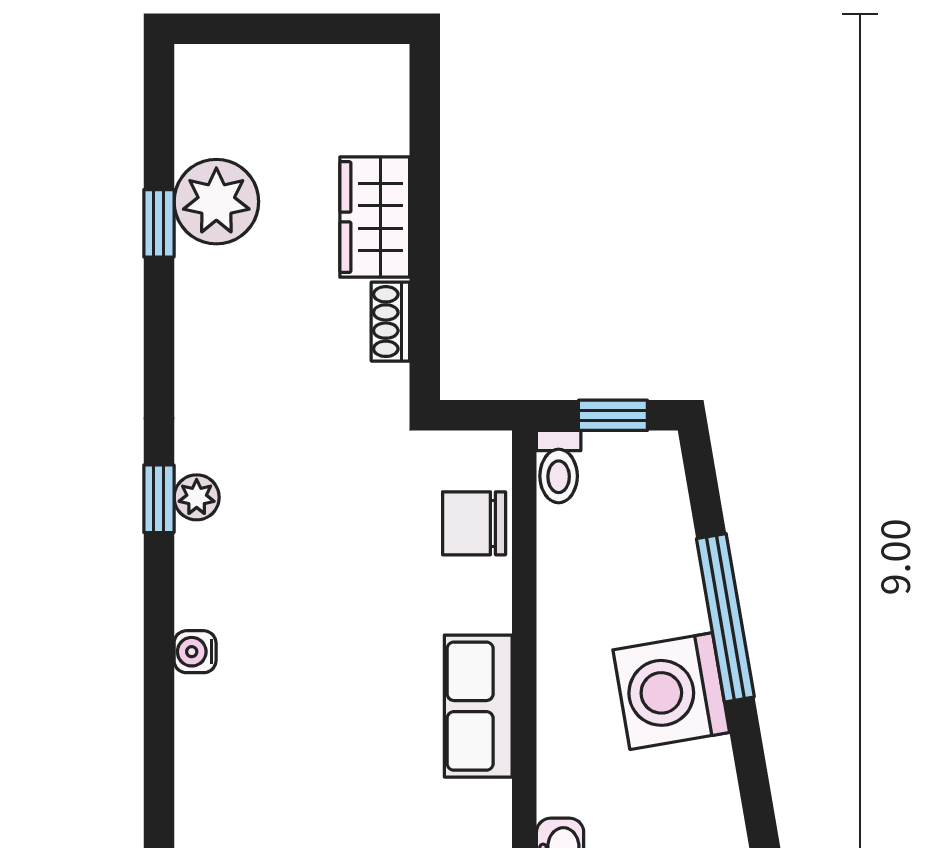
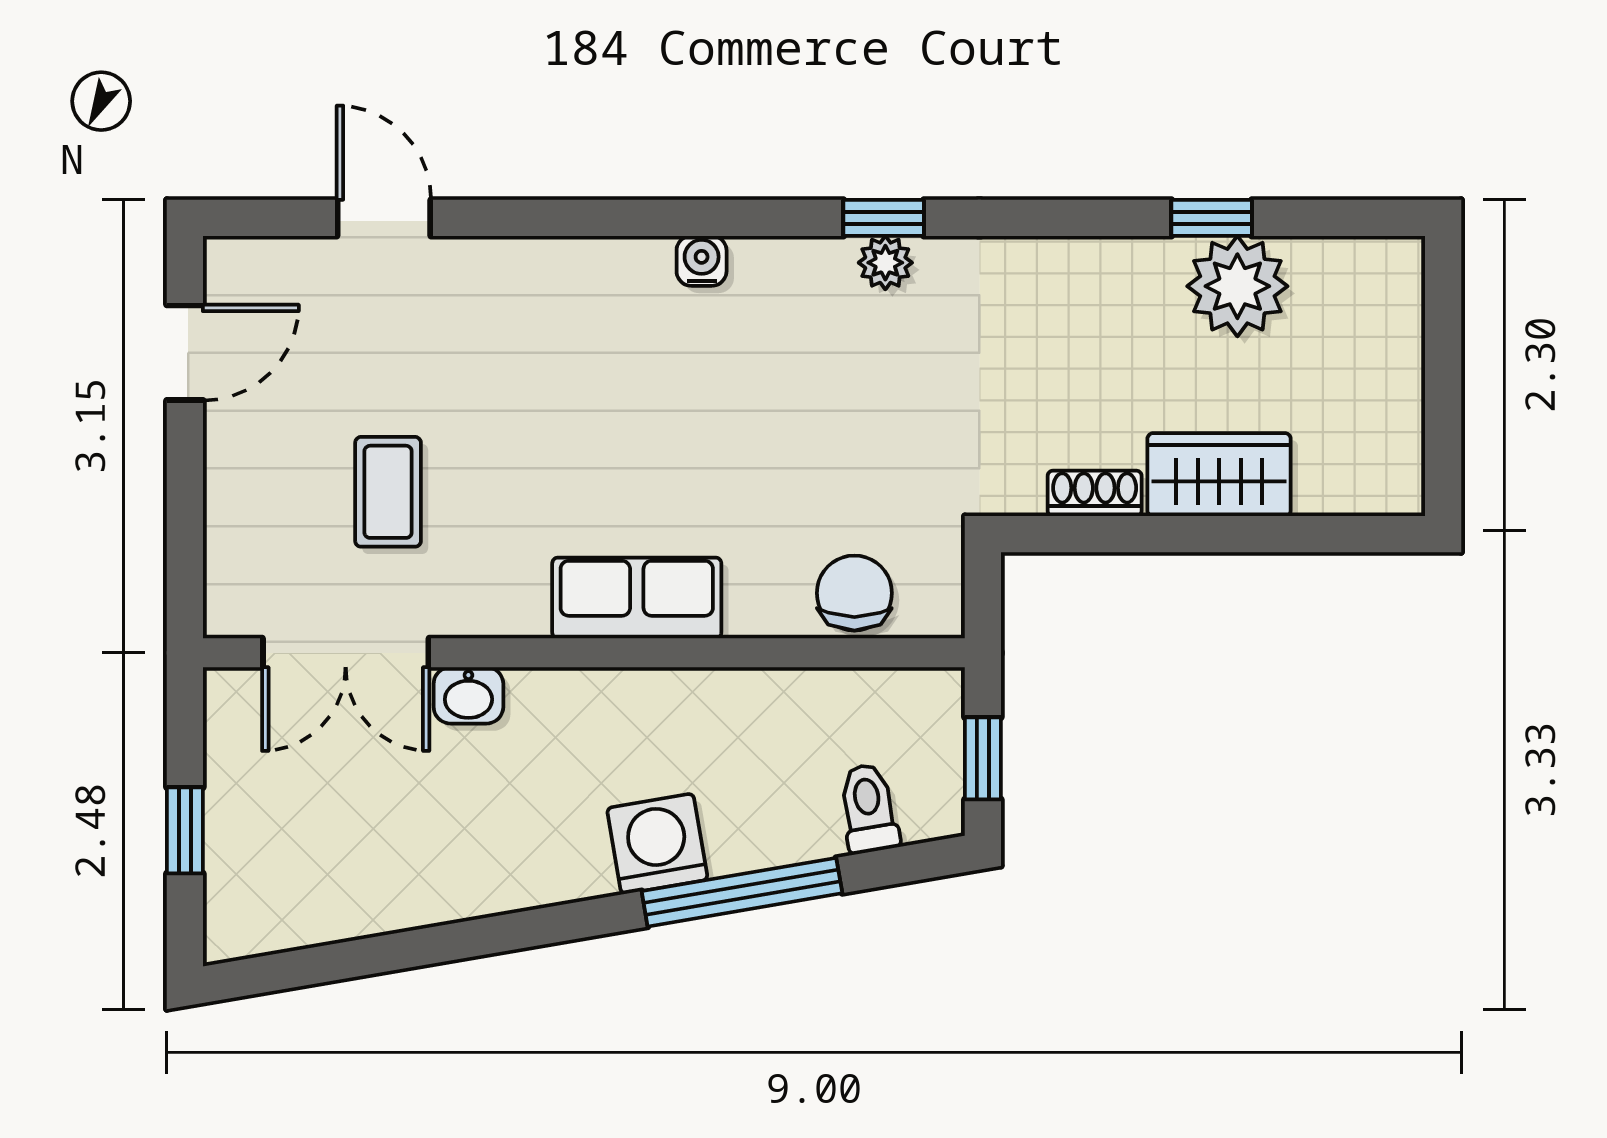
toilet: (559, 467) -> (869, 808), moved, turned 80
washing machine: (671, 691) -> (657, 844), width x0.73, depth x0.73

